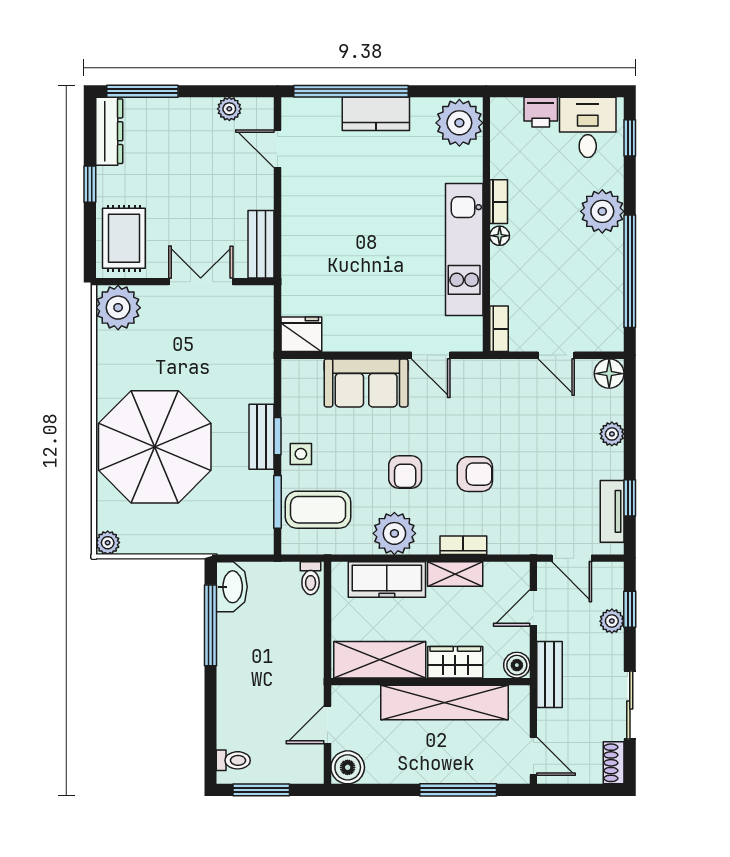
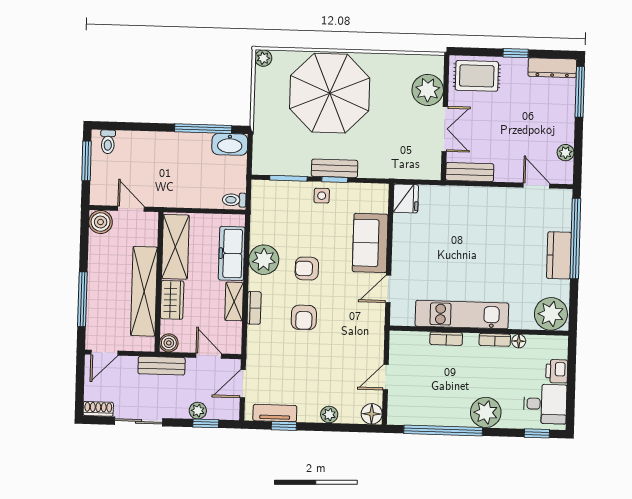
door: (277, 149) -> (536, 186), hinge flipped
floor lamp: (500, 236) -> (519, 341), moved
plant: (118, 308) -> (428, 90), moved
bookcase: (499, 329) -> (446, 339), moved
coffee table: (318, 510) -> (282, 207), removed

